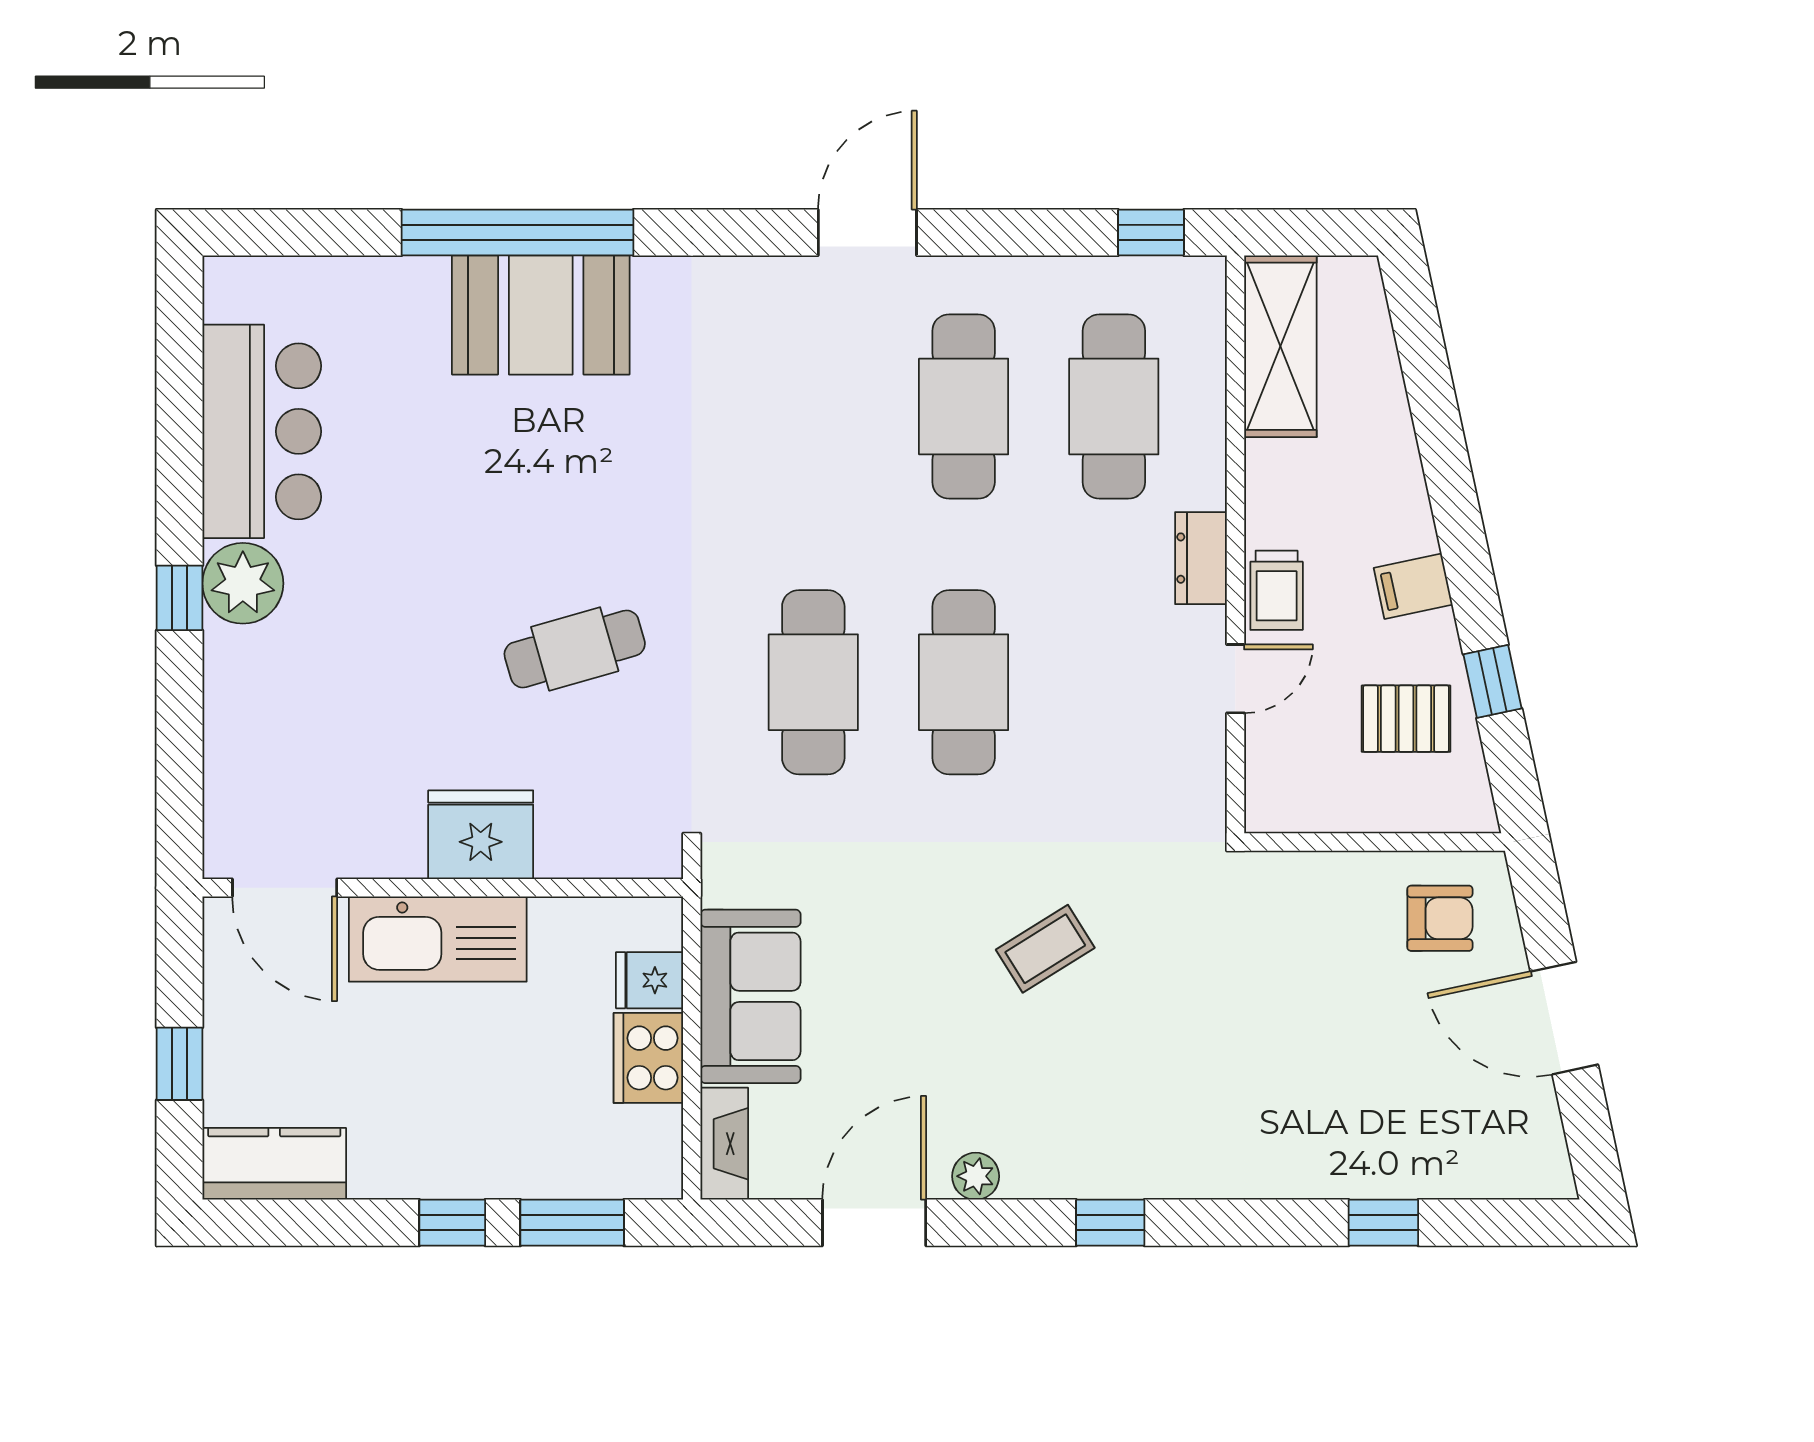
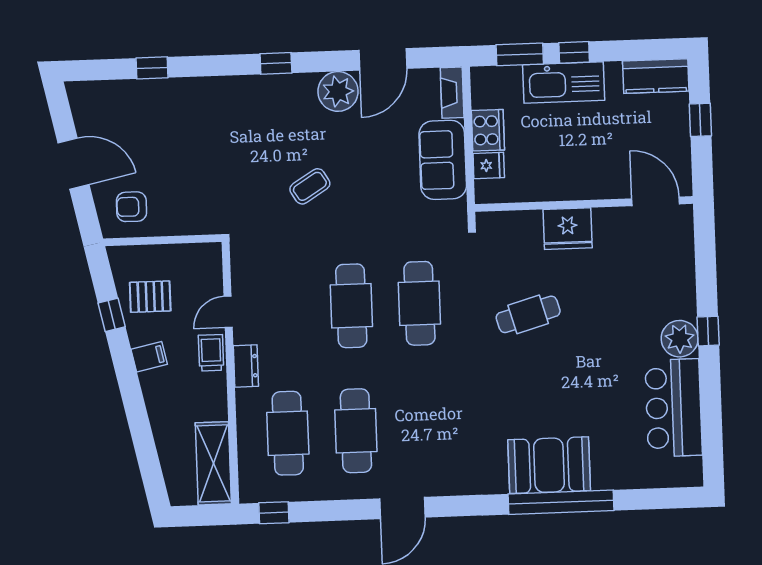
kitchen sink: (438, 939) -> (564, 83), moved, turned 180
plant: (976, 1176) -> (338, 91), width x1.88, depth x1.88

